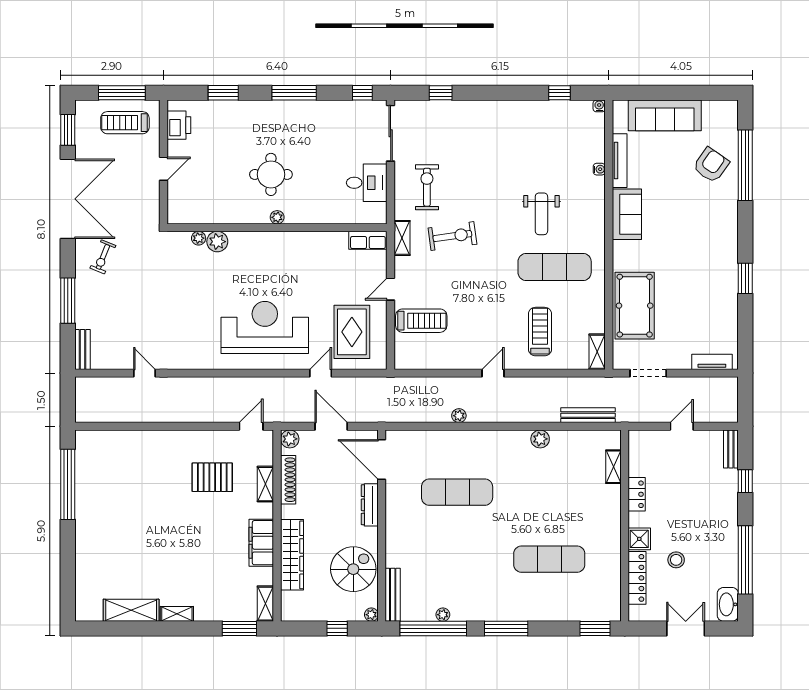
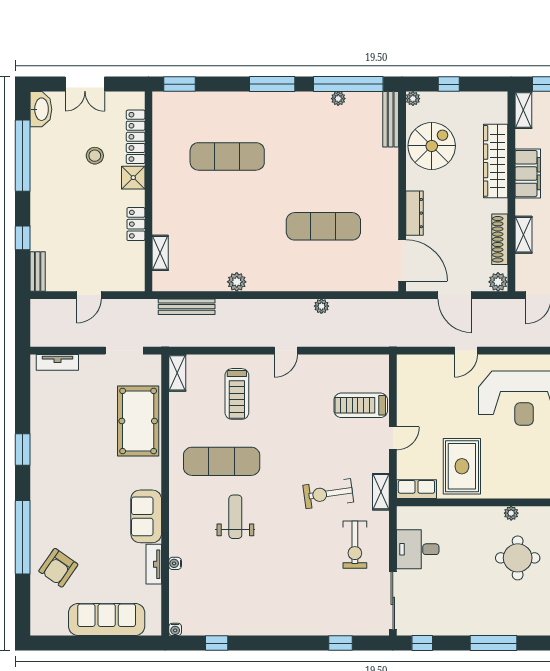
tv unit: (620, 161) -> (154, 564), width x0.71
window: (745, 165) -> (23, 537), moved
rug: (352, 332) -> (462, 466), moved
spiral stairs: (353, 569) -> (432, 146), turned 180

